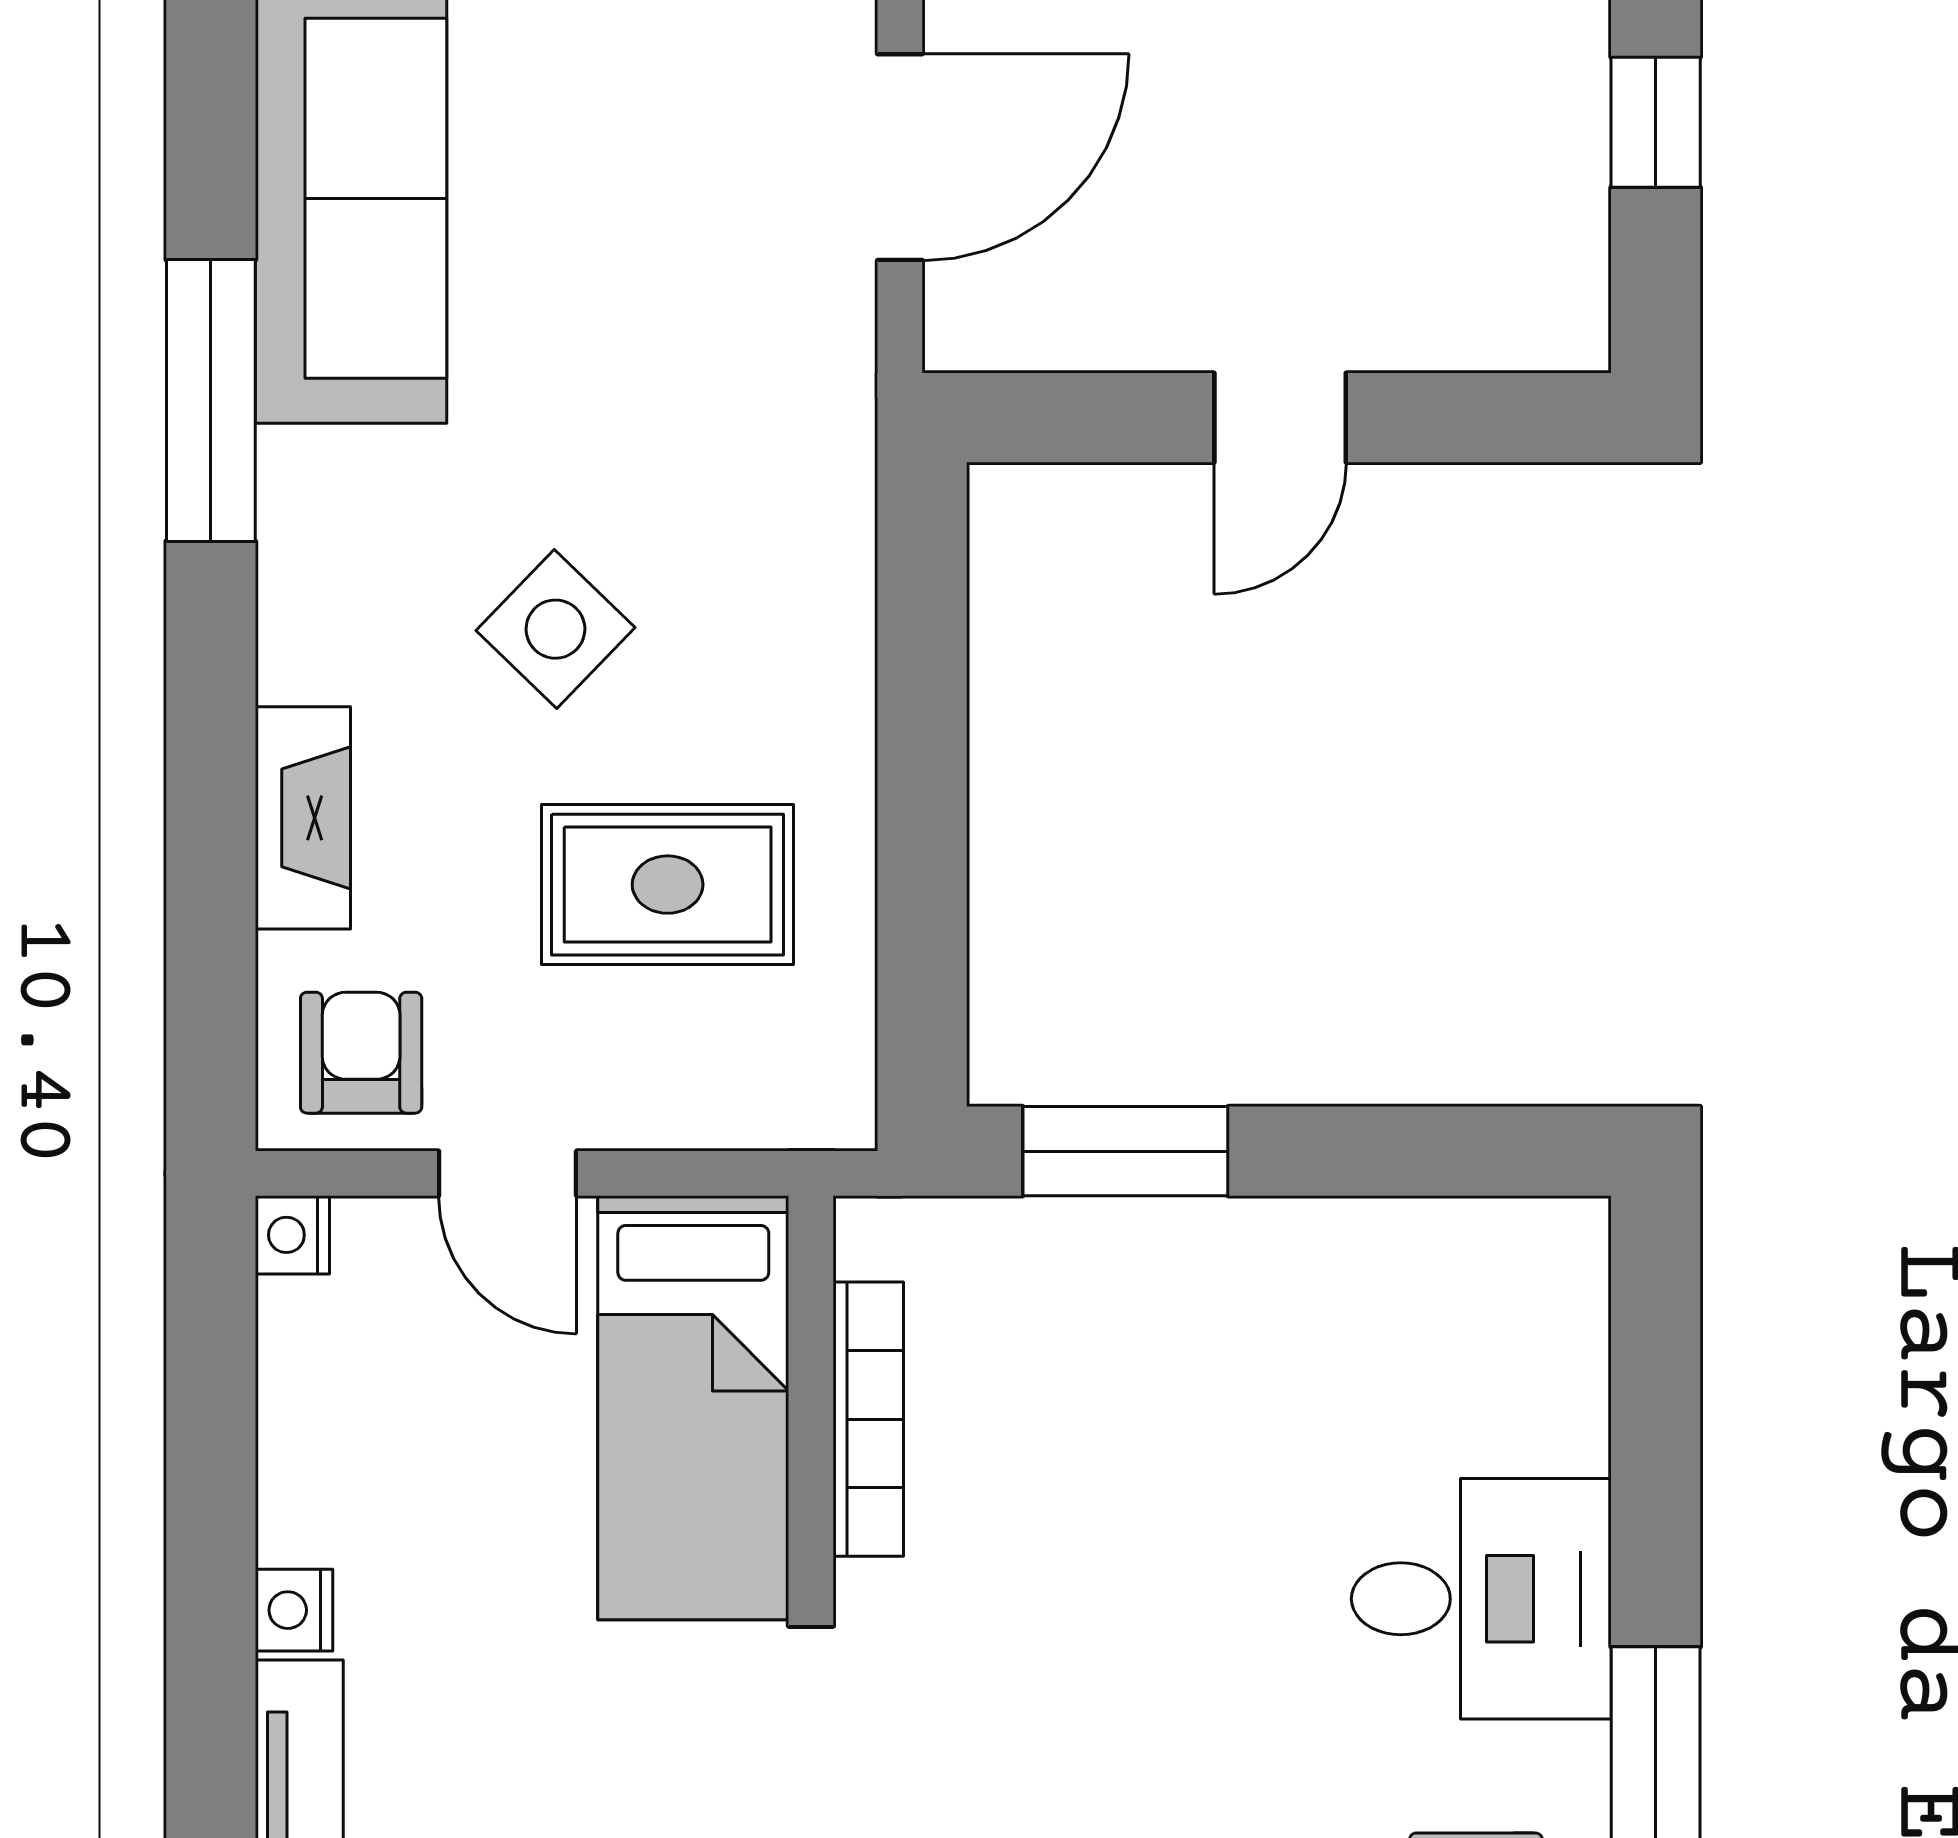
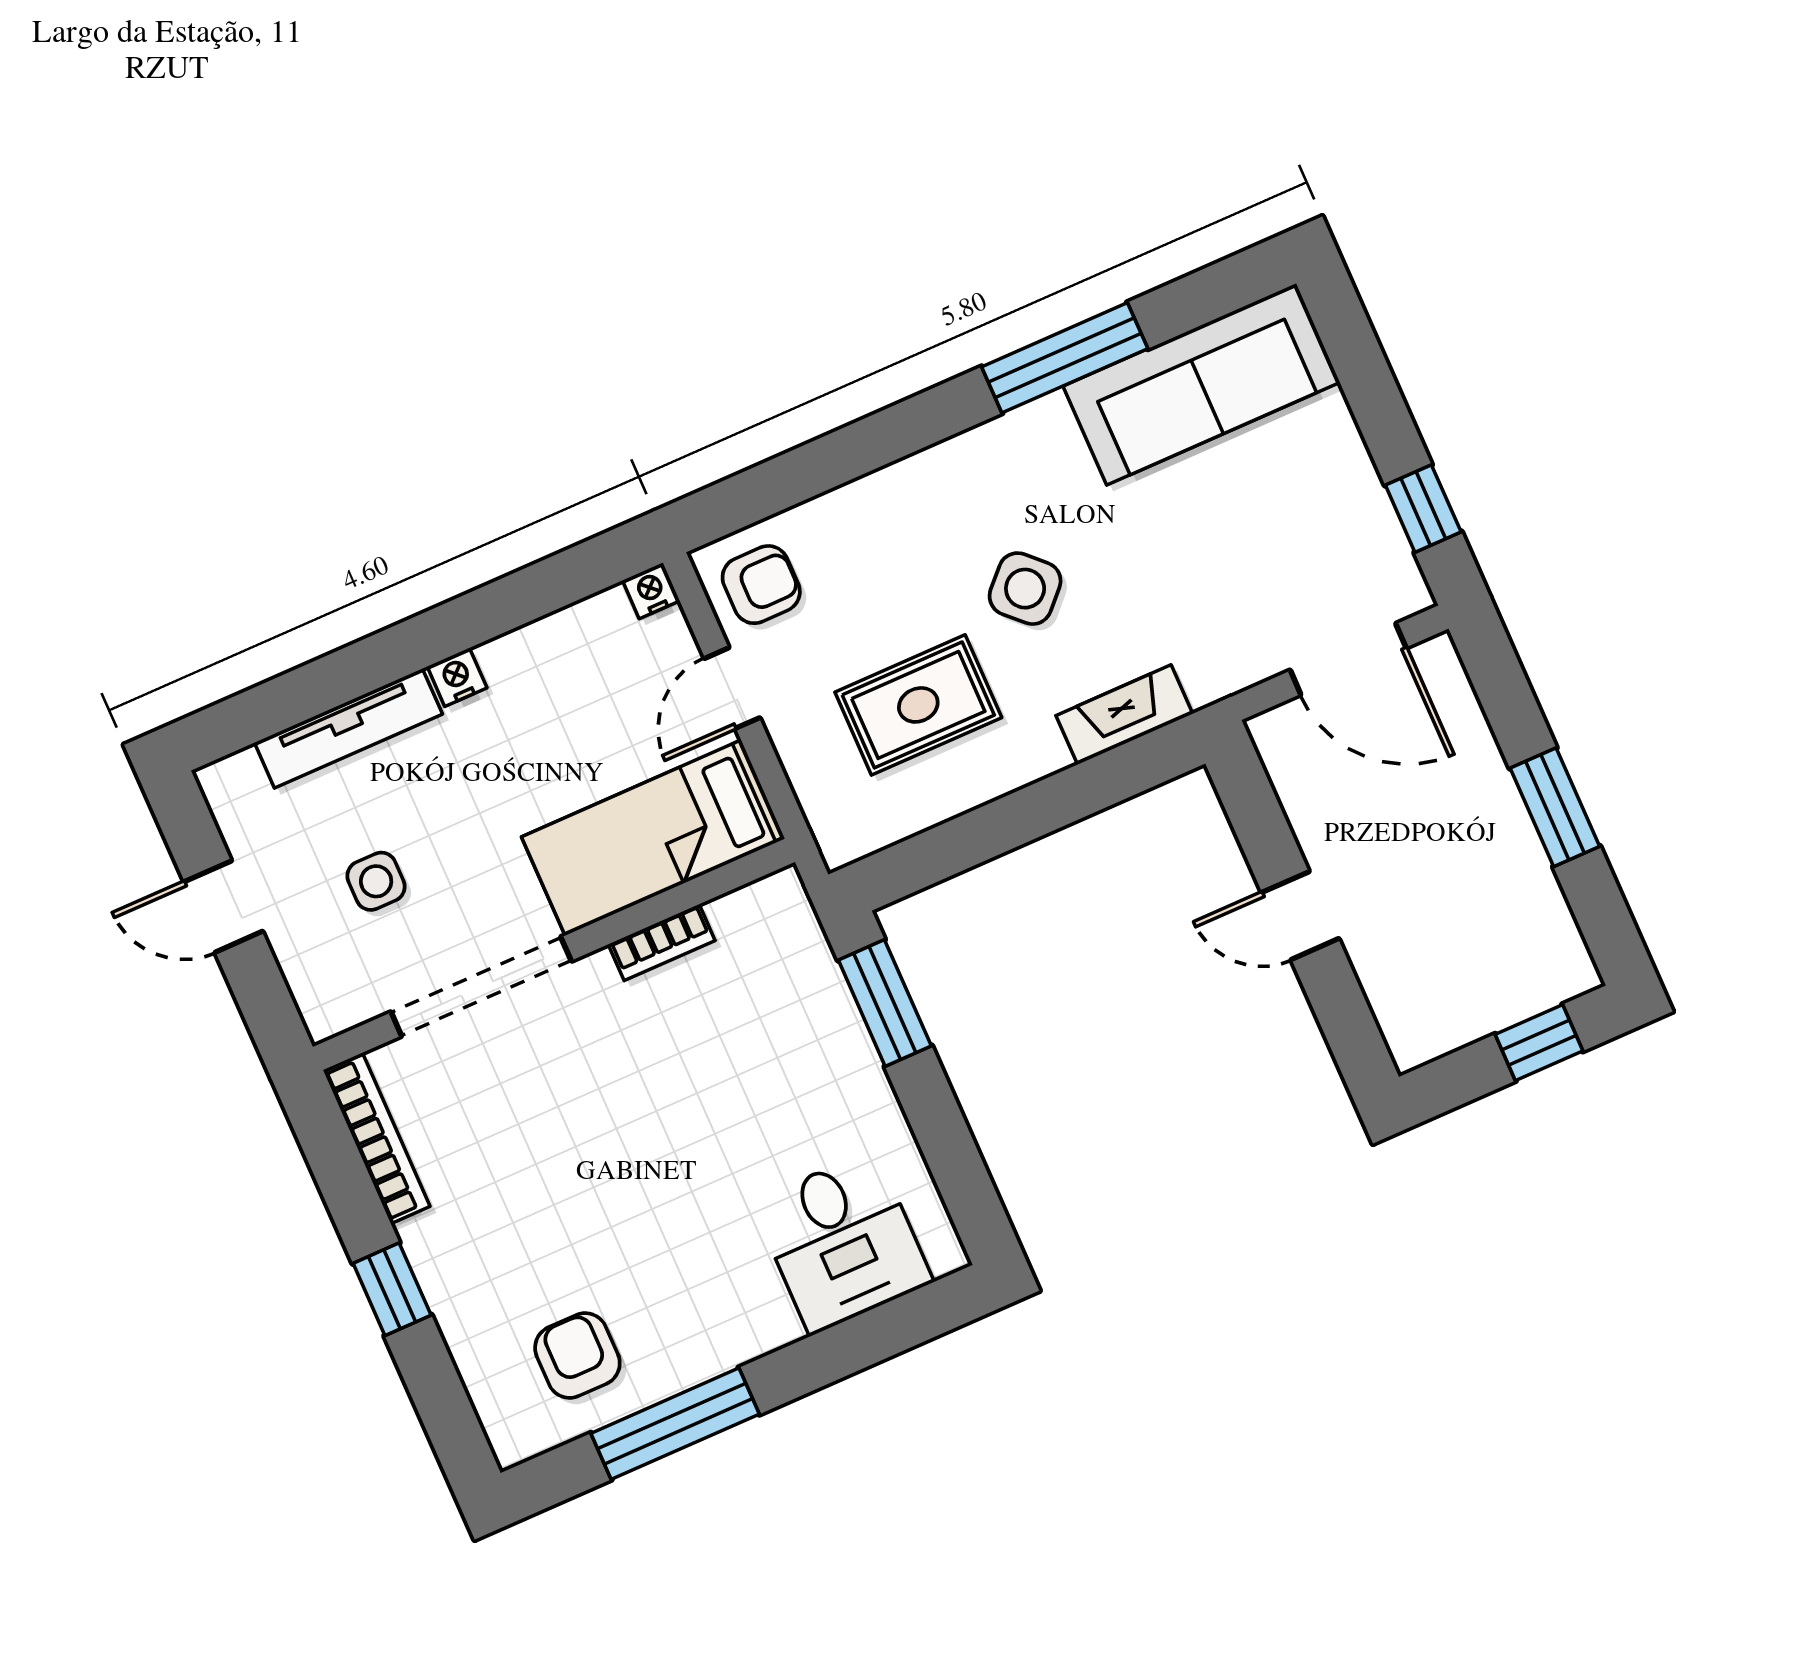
fireplace: (303, 818) -> (1124, 715), moved, turned 180
rug: (668, 885) -> (918, 705), turned 90
bookcase: (868, 1419) -> (662, 942), width x0.64
desk: (1481, 1599) -> (842, 1242), moved

